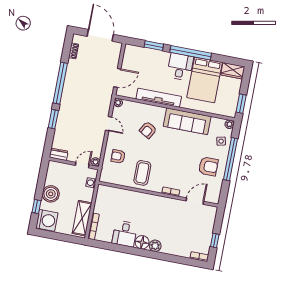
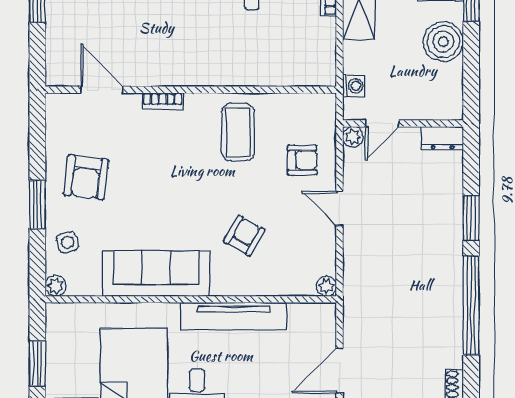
door: (117, 78) -> (340, 370), moved
window: (241, 104) -> (37, 364), moved
door: (108, 124) -> (340, 208), moved
window: (230, 159) -> (37, 204), width x0.47
armchair: (208, 166) -> (86, 177), turned -83
door: (195, 201) -> (102, 90), swing flipped

